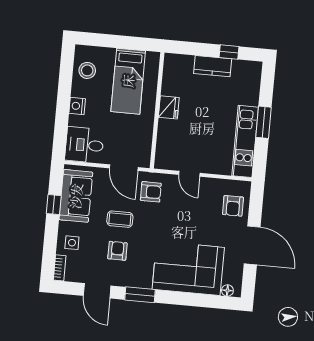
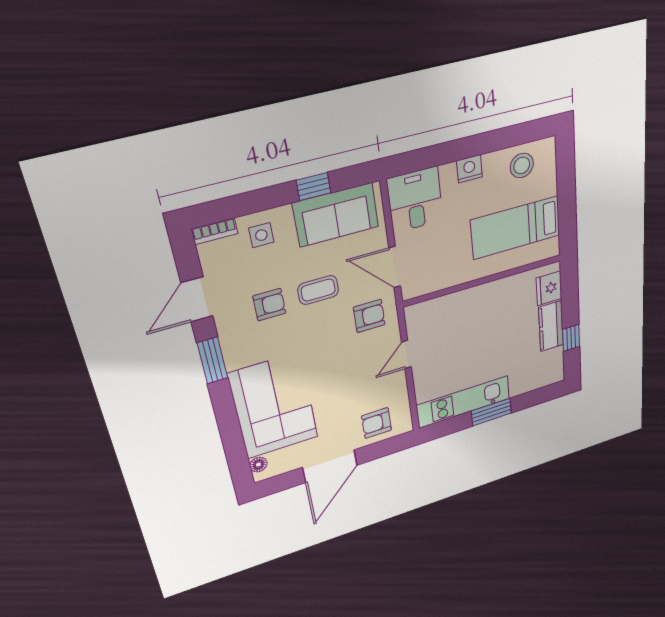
fridge: (169, 107) -> (549, 288), moved, turned 90
door: (124, 168) -> (395, 267), hinge flipped
armchair: (151, 192) -> (369, 316), turned -90
coffee table: (120, 219) -> (318, 290), turned 90

